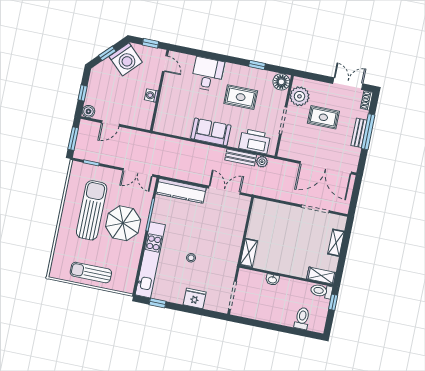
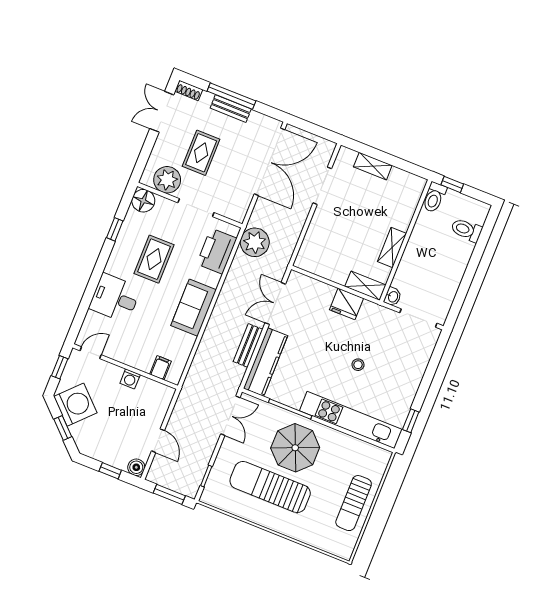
filing cabinet: (163, 116) -> (160, 368), added
bench: (241, 157) -> (248, 345), moved
plant: (262, 162) -> (255, 242), width x1.87, depth x1.87
shelving: (321, 276) -> (392, 247), moved
washbasin: (272, 280) -> (393, 297), moved
fridge: (195, 298) -> (347, 304), moved, turned -90

